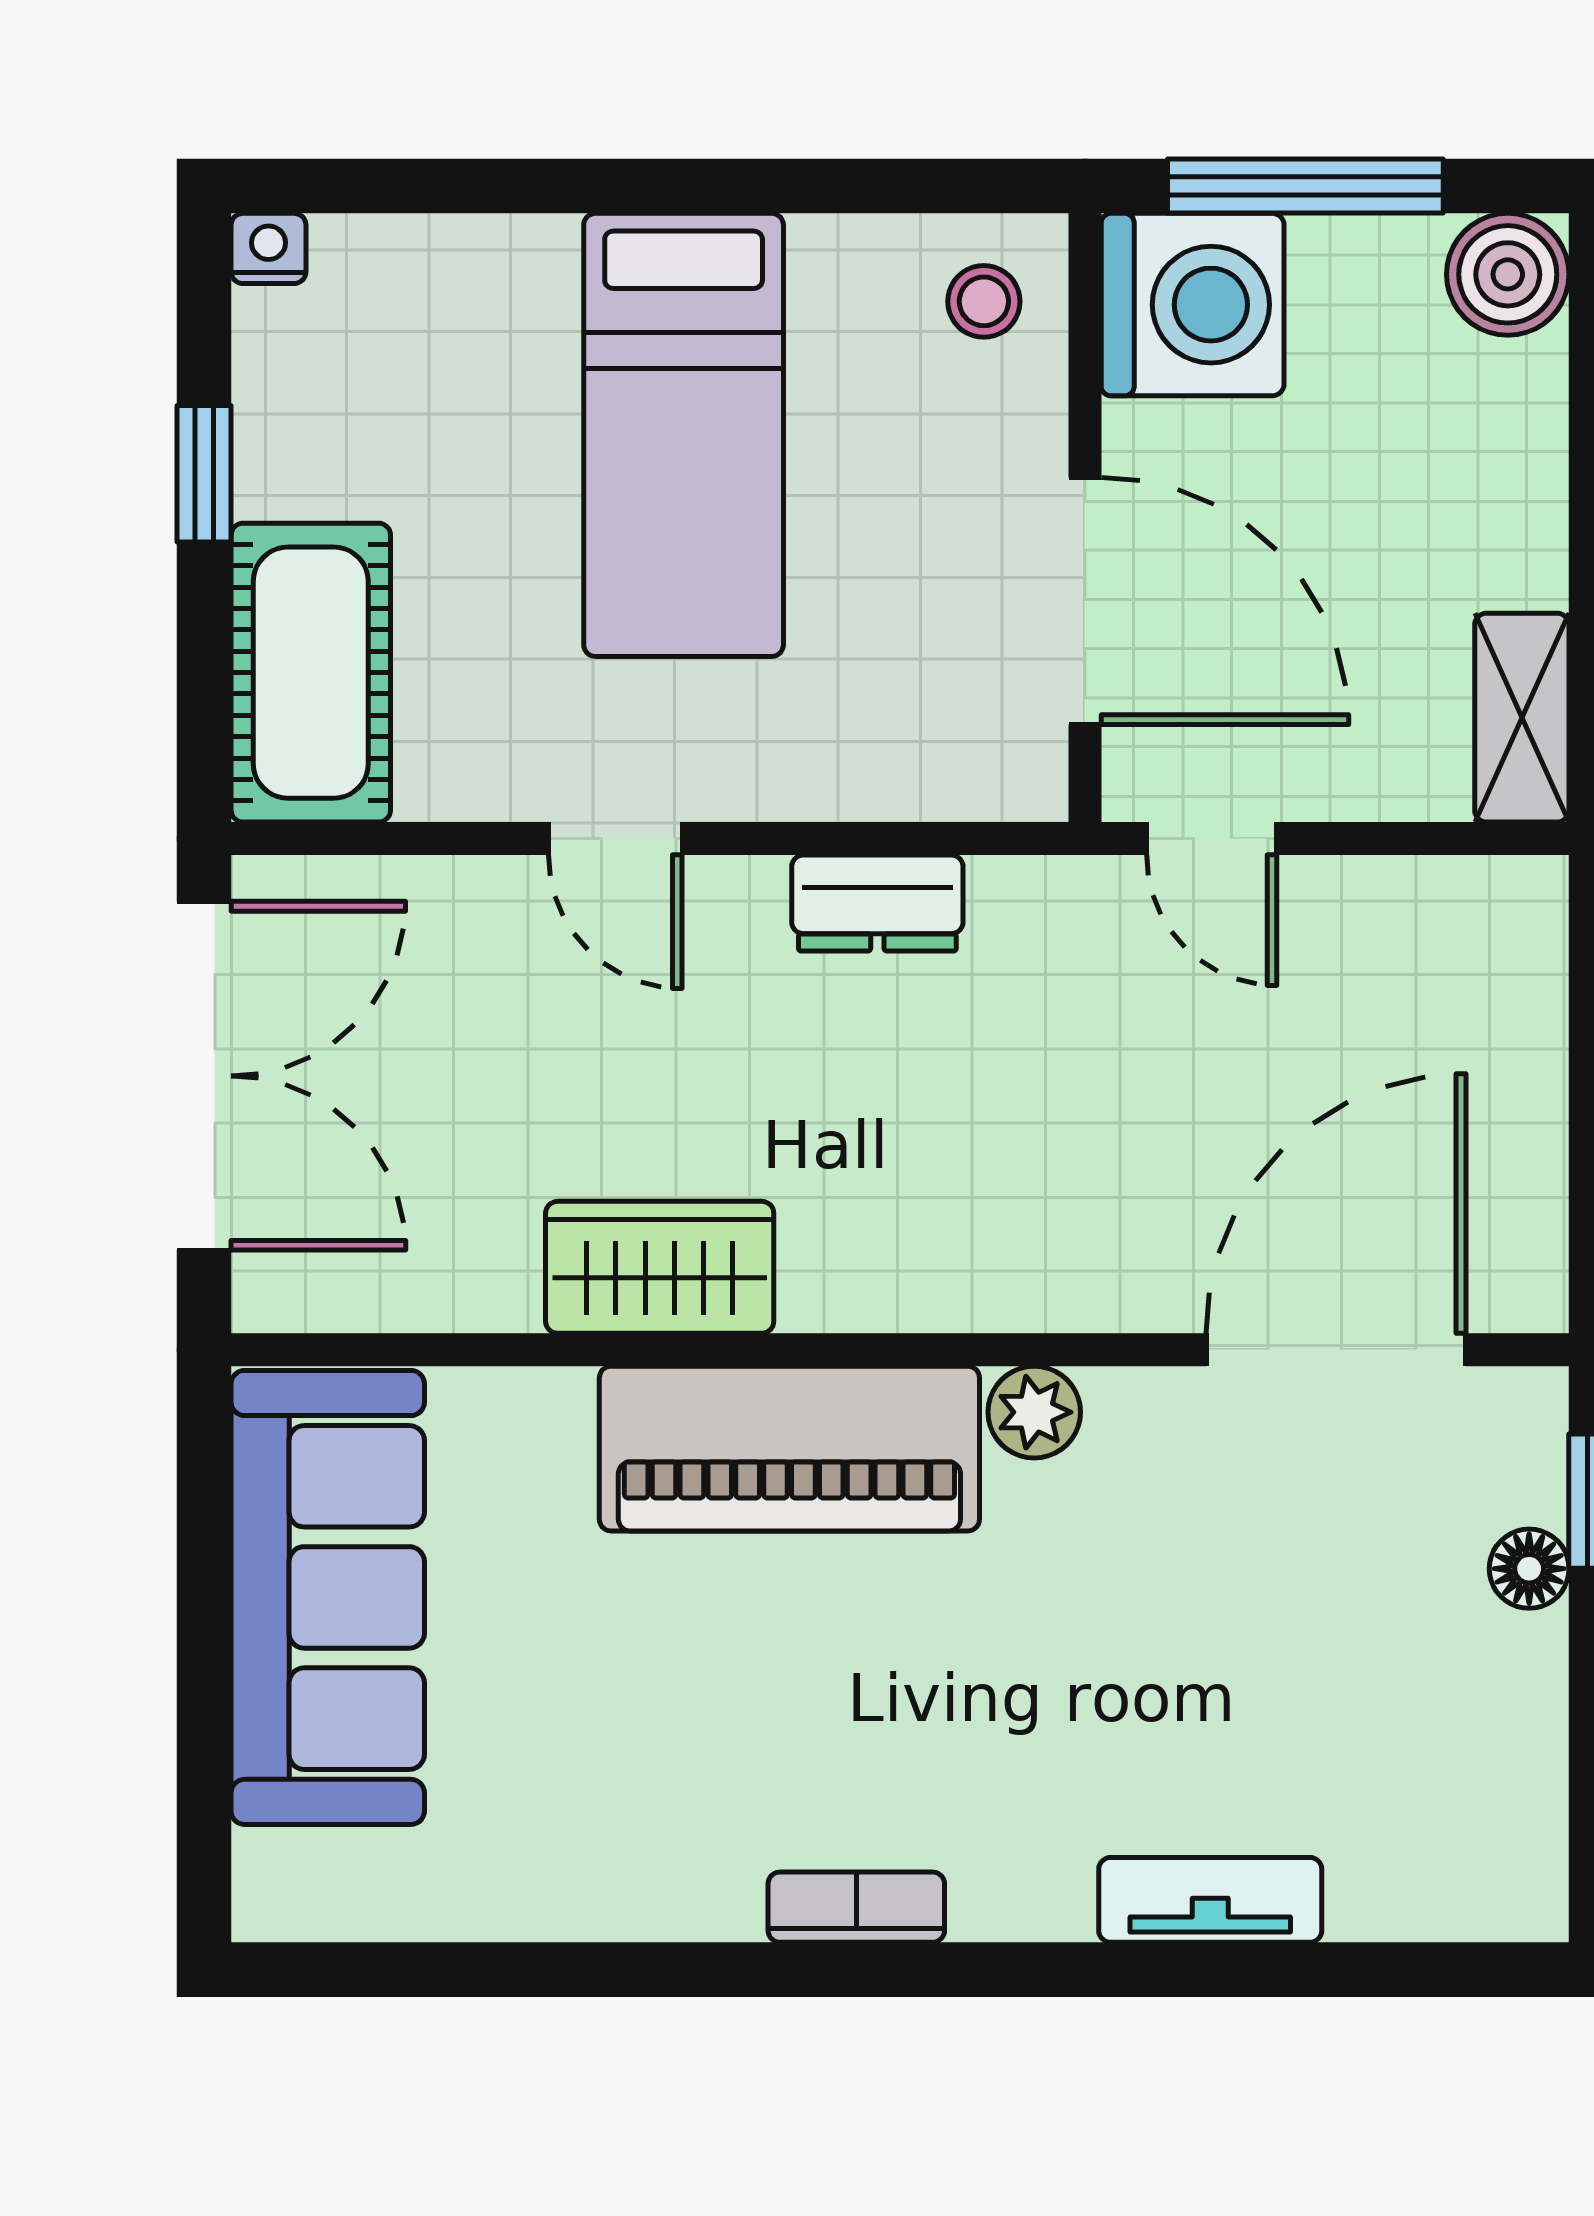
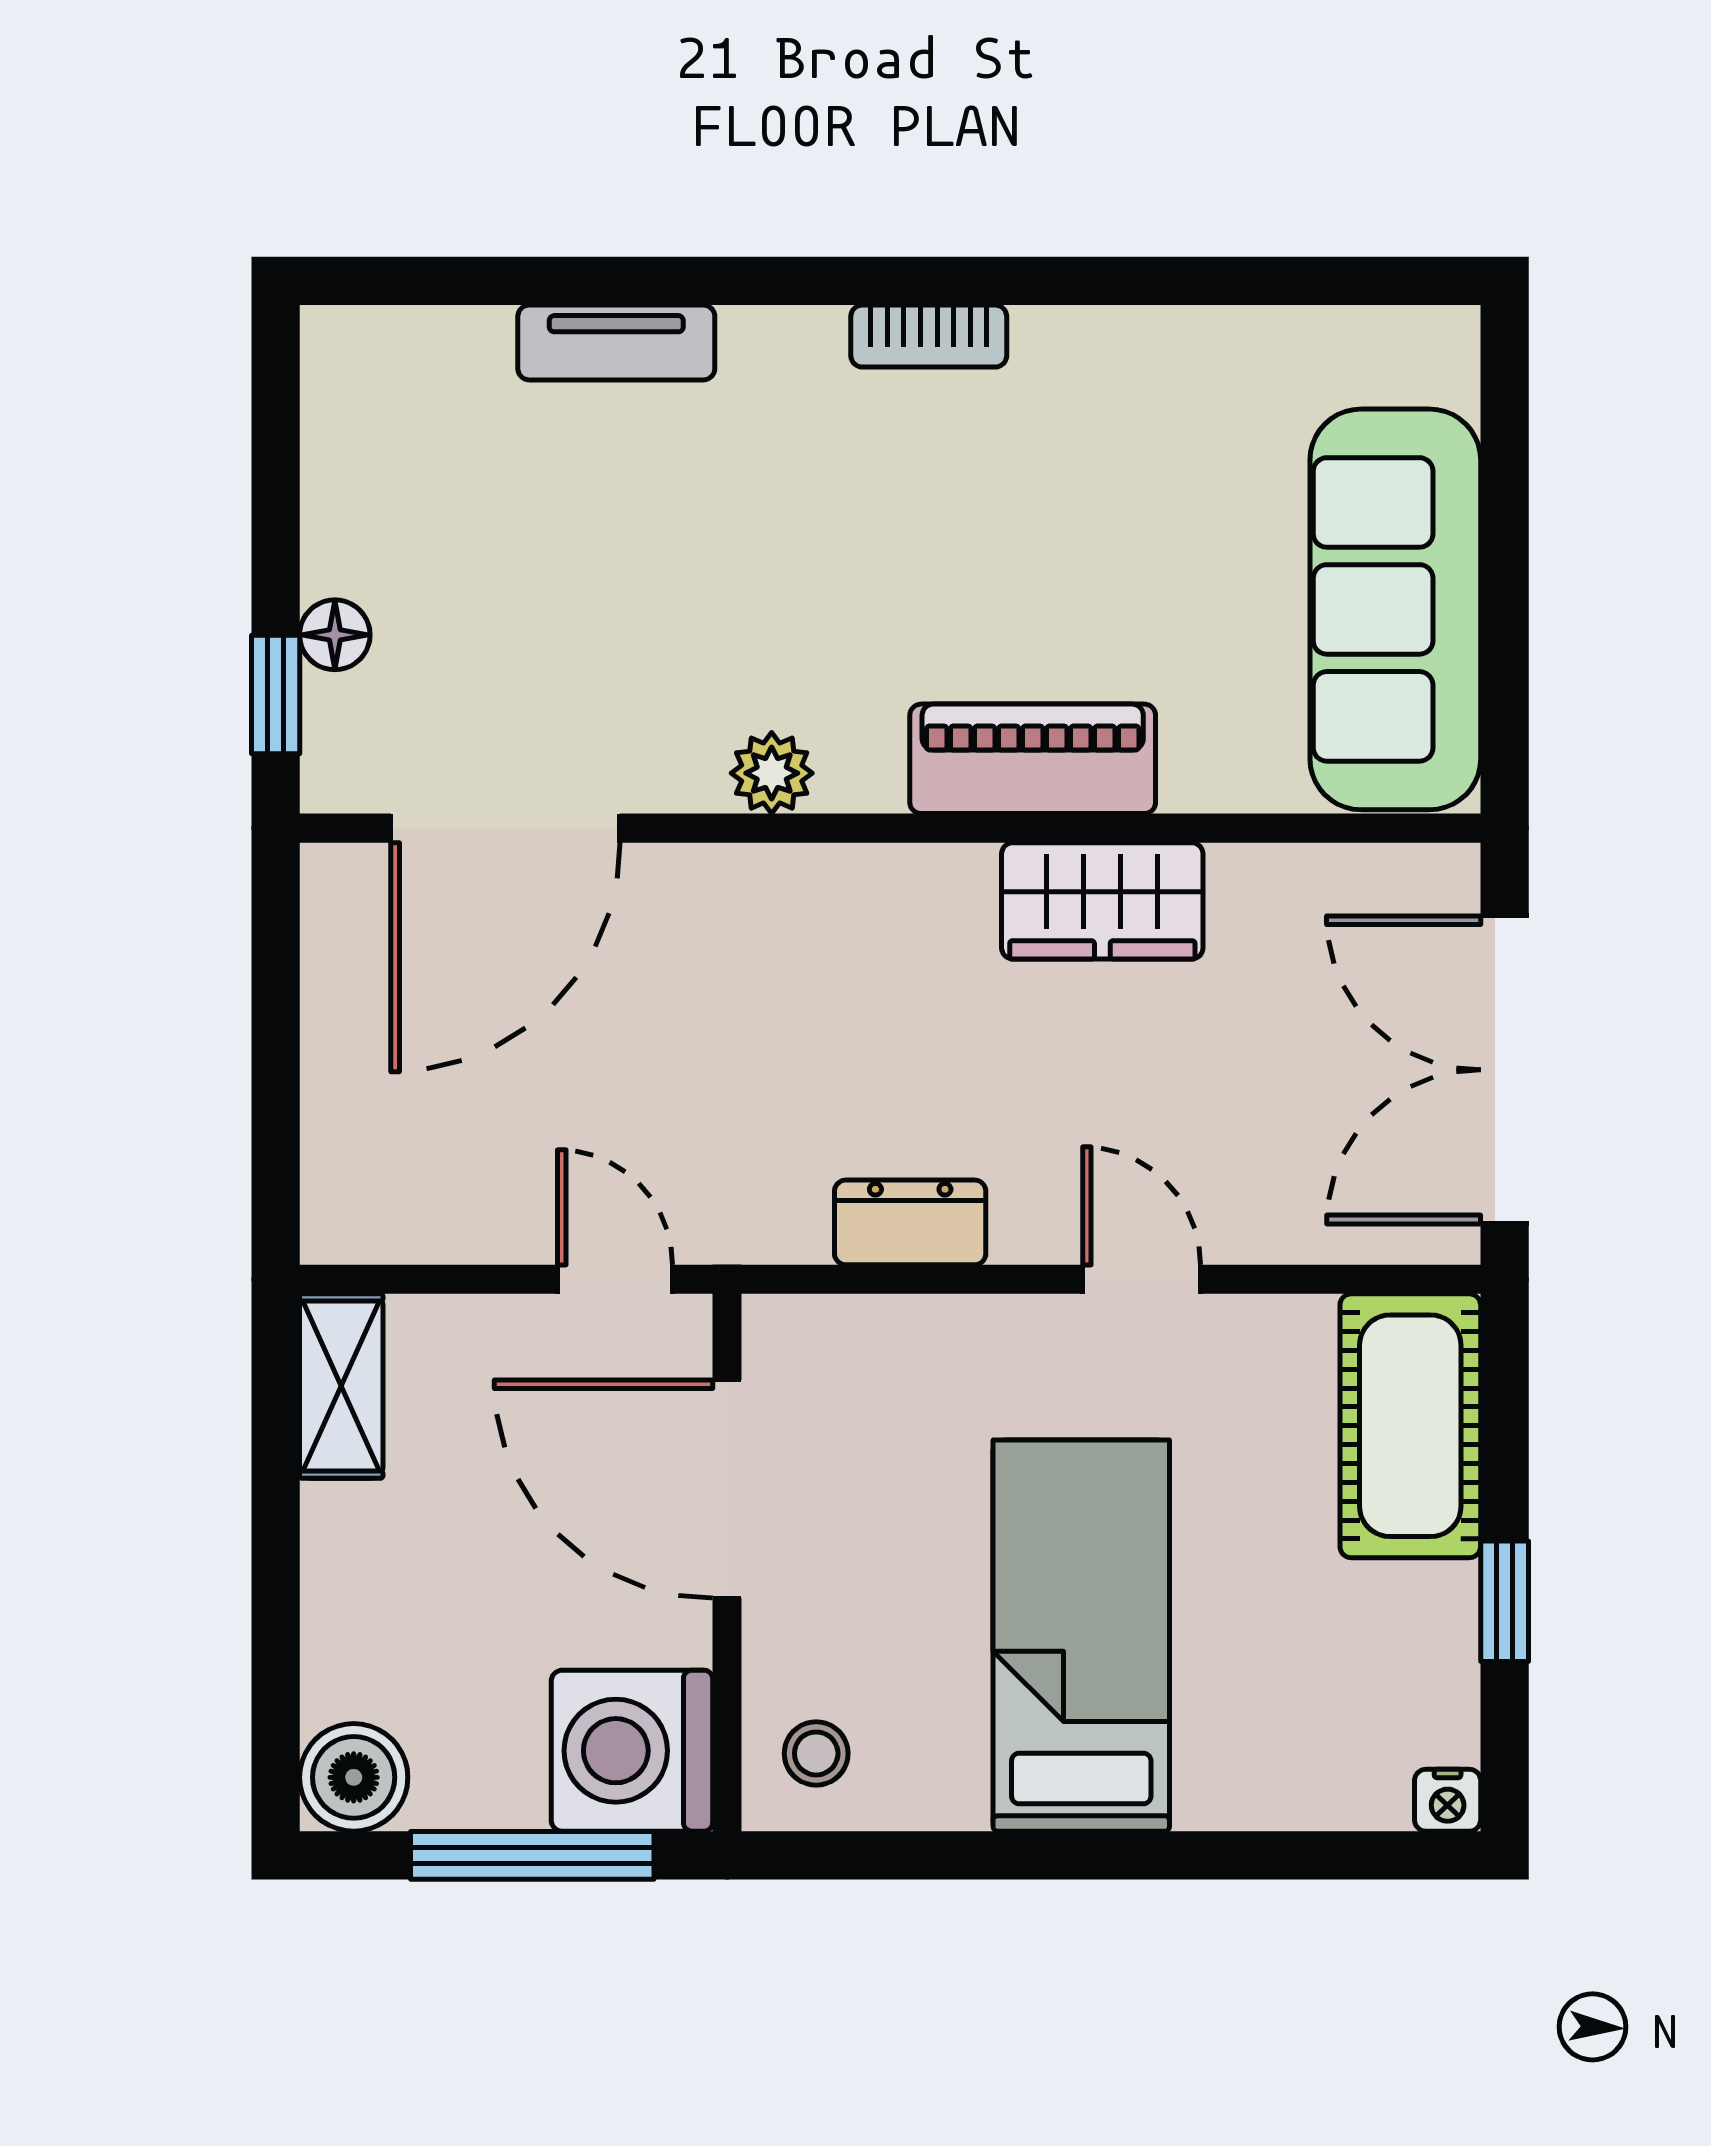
piano: (789, 1449) -> (1033, 759), width x0.73, depth x0.75

